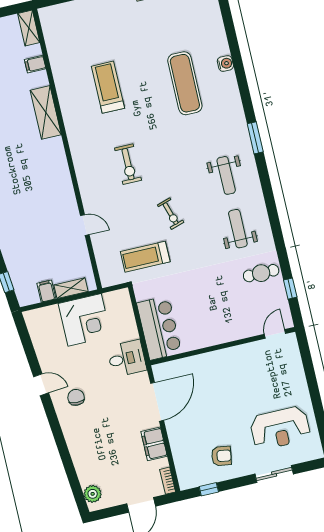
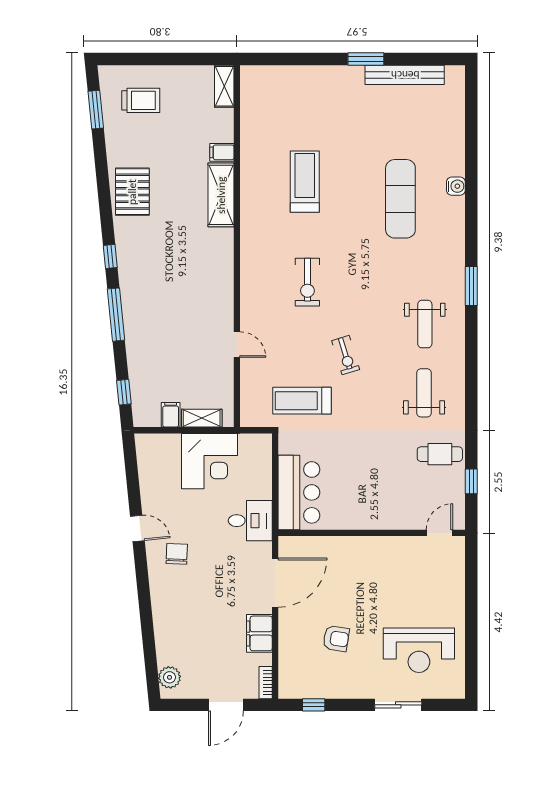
filing cabinet: (35, 64) -> (222, 152), moved
armchair: (221, 456) -> (336, 639), moved

